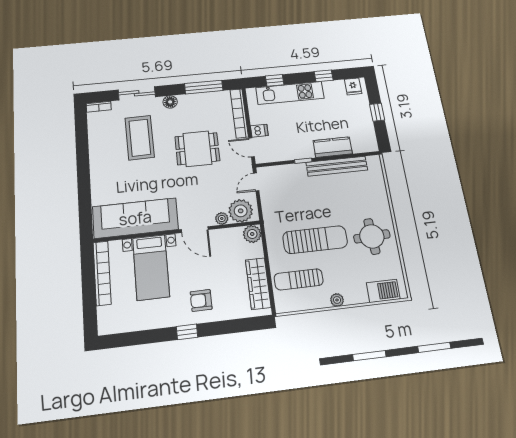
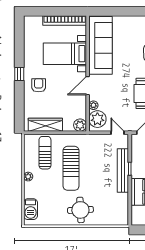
bench: (337, 166) -> (123, 171), moved
round table: (372, 236) -> (80, 210), moved

